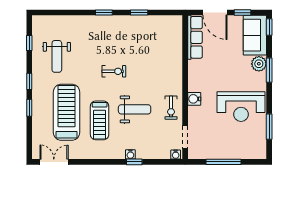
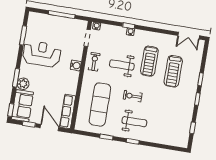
exercise mat: (155, 53) -> (100, 105), added
weight bench: (57, 56) -> (134, 122), moved, turned 90
treadmill: (67, 112) -> (173, 71), width x0.73, depth x0.73
treadmill: (100, 120) -> (149, 61), turned 180

